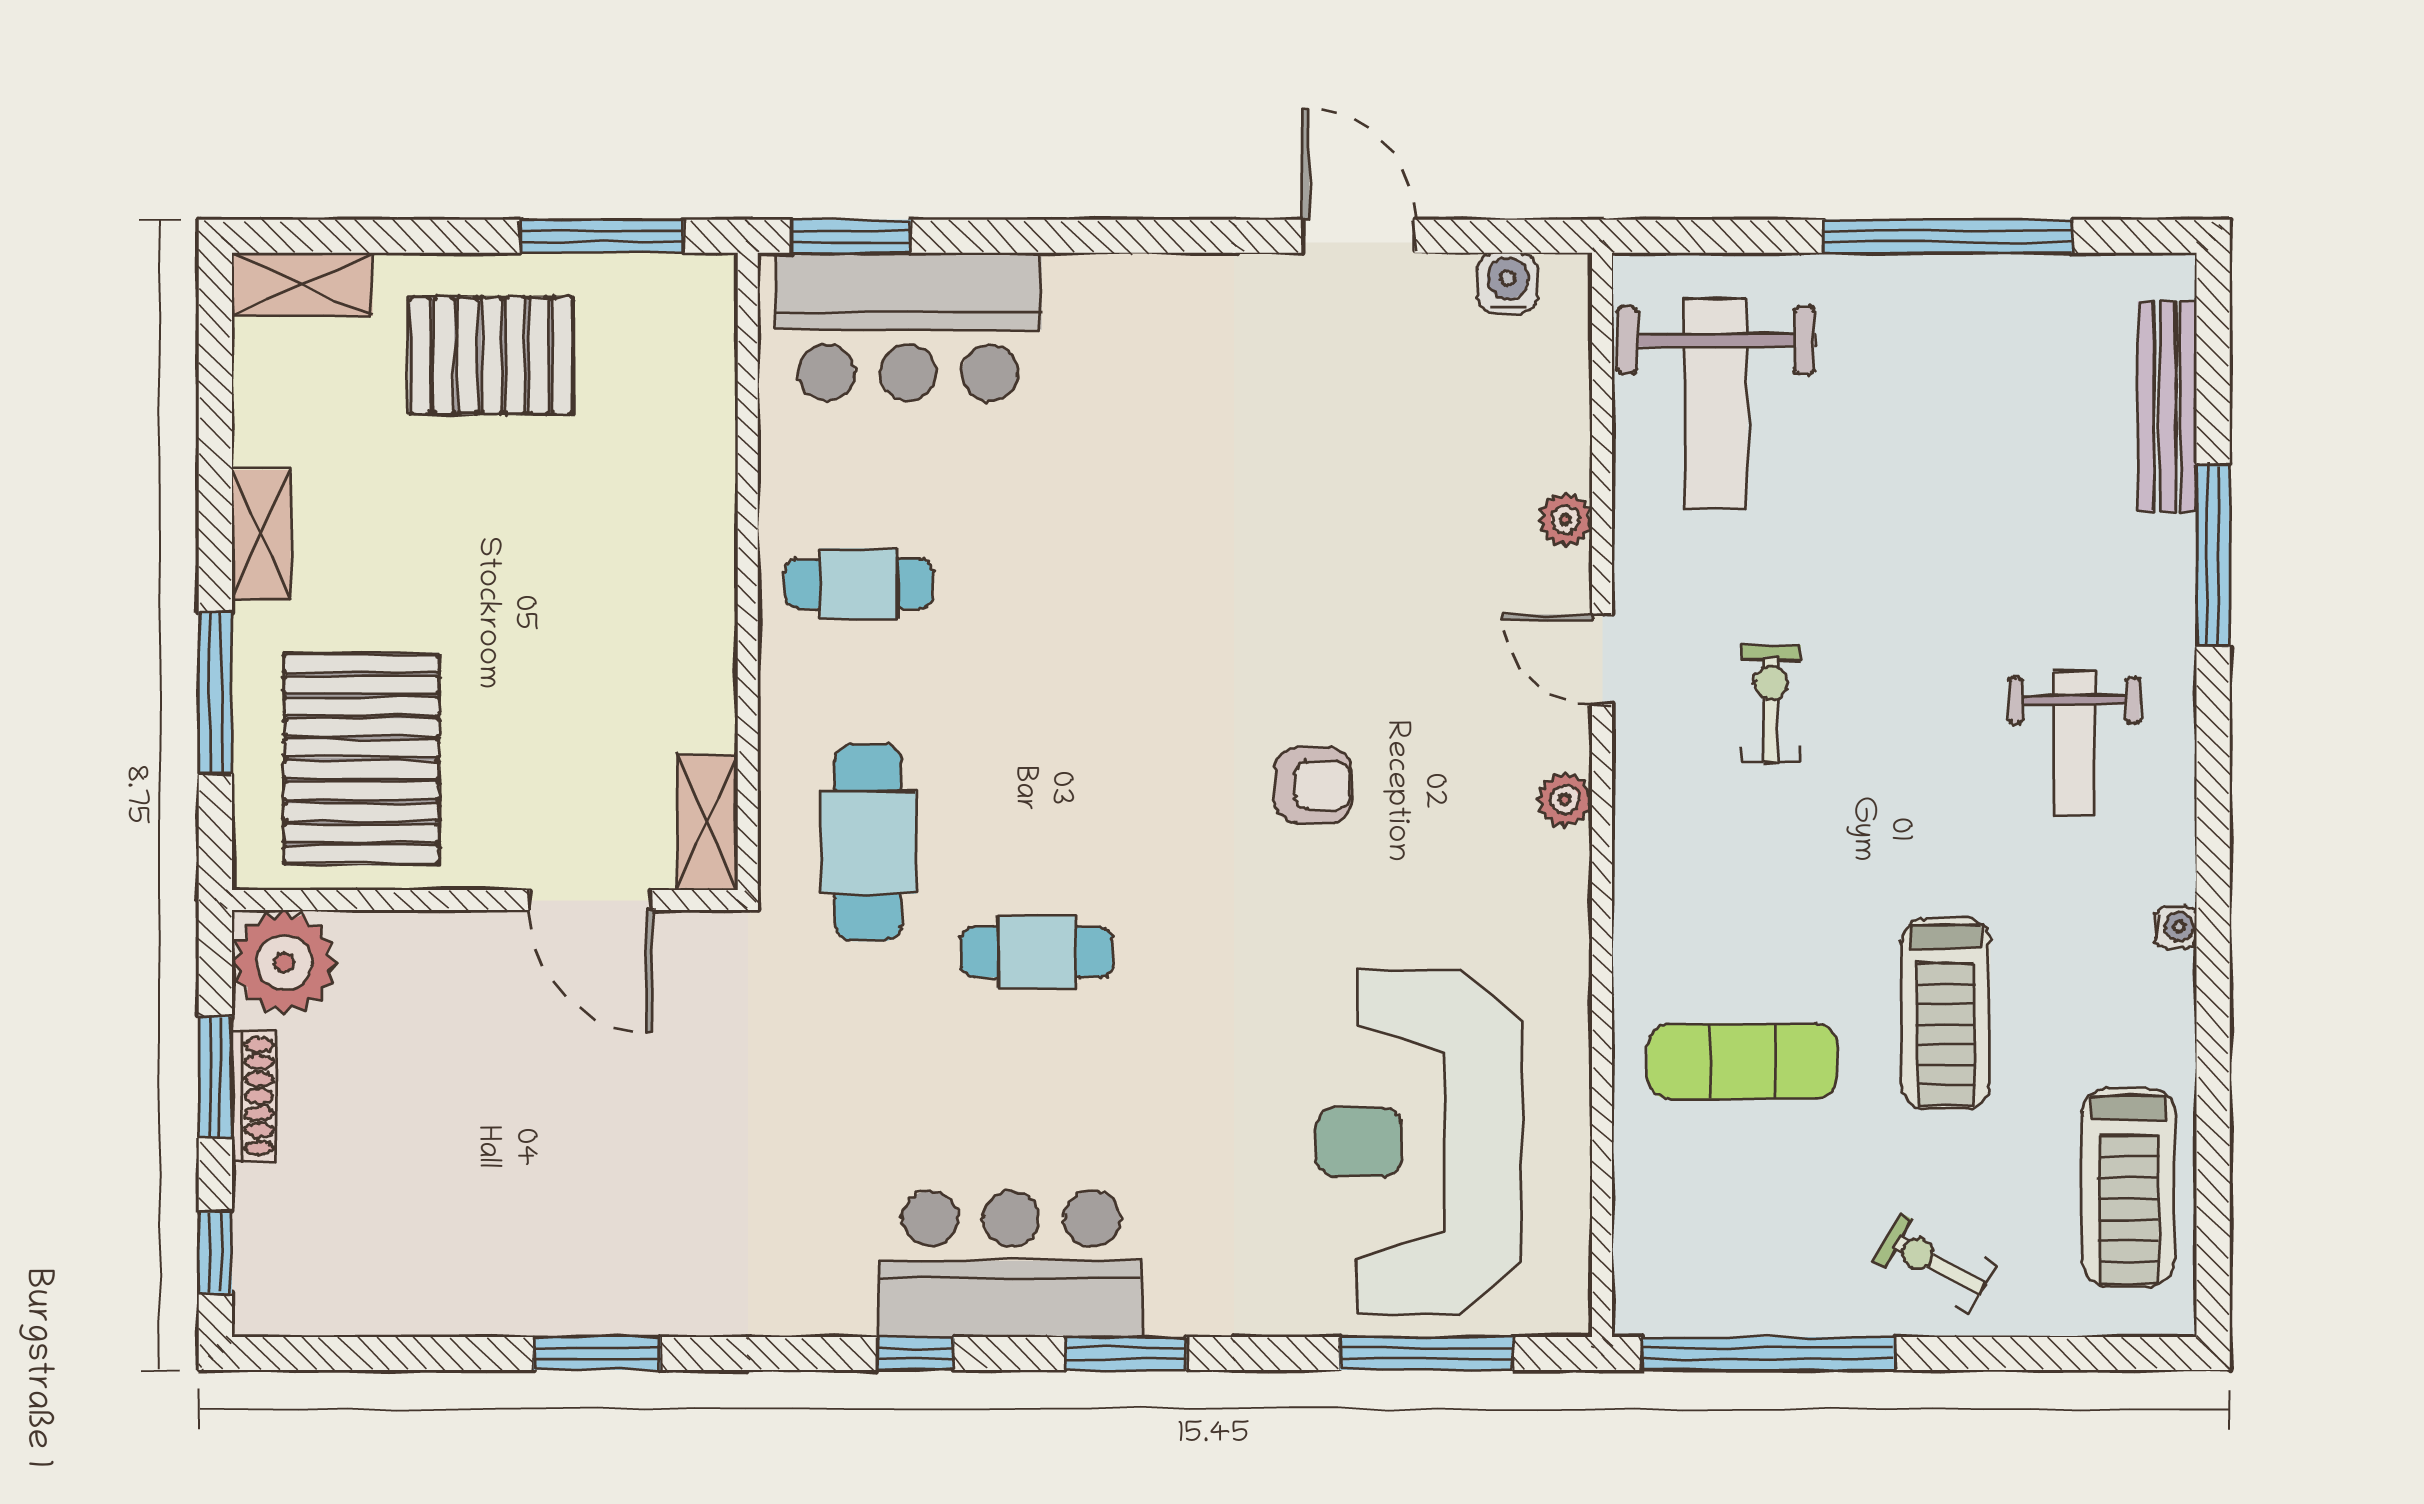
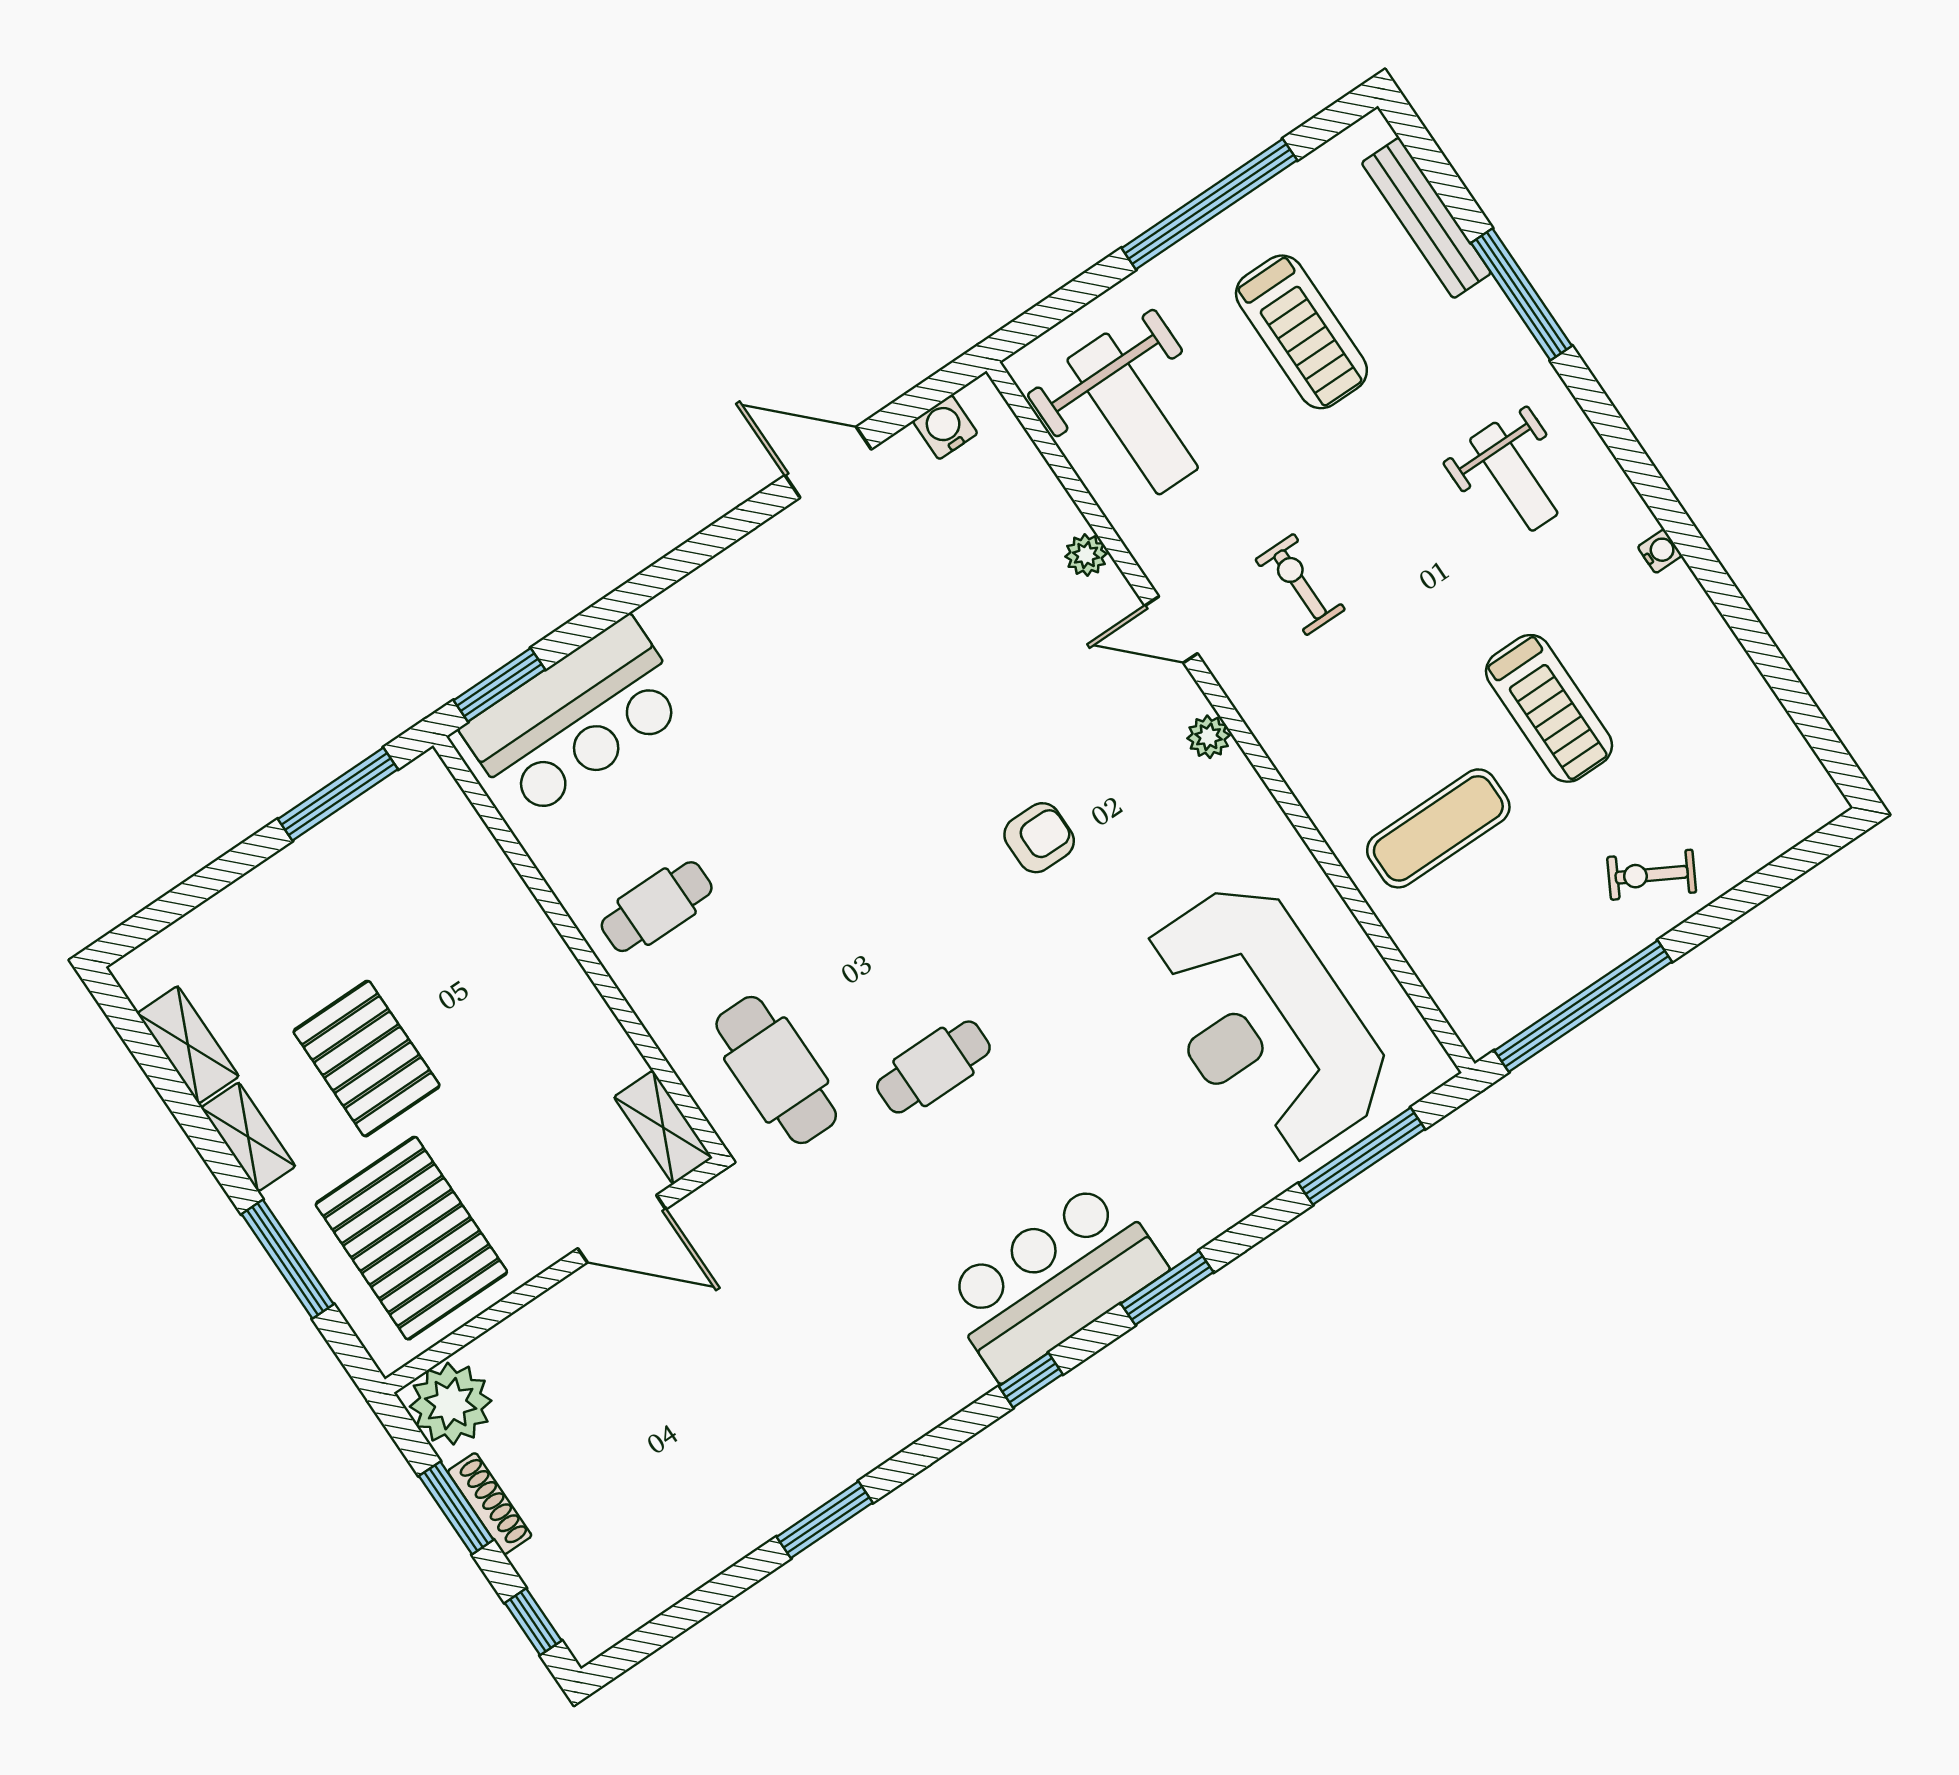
shelving: (302, 284) -> (188, 1045), moved, turned 90
pallet: (491, 356) -> (367, 1059), moved, turned 90
treadmill: (2129, 1187) -> (1301, 332), moved

